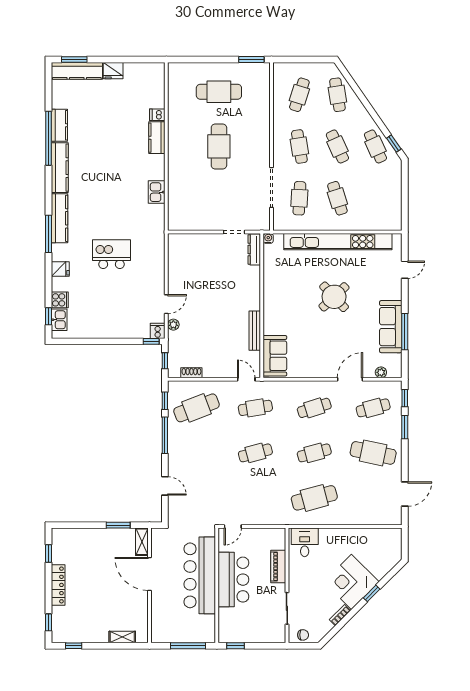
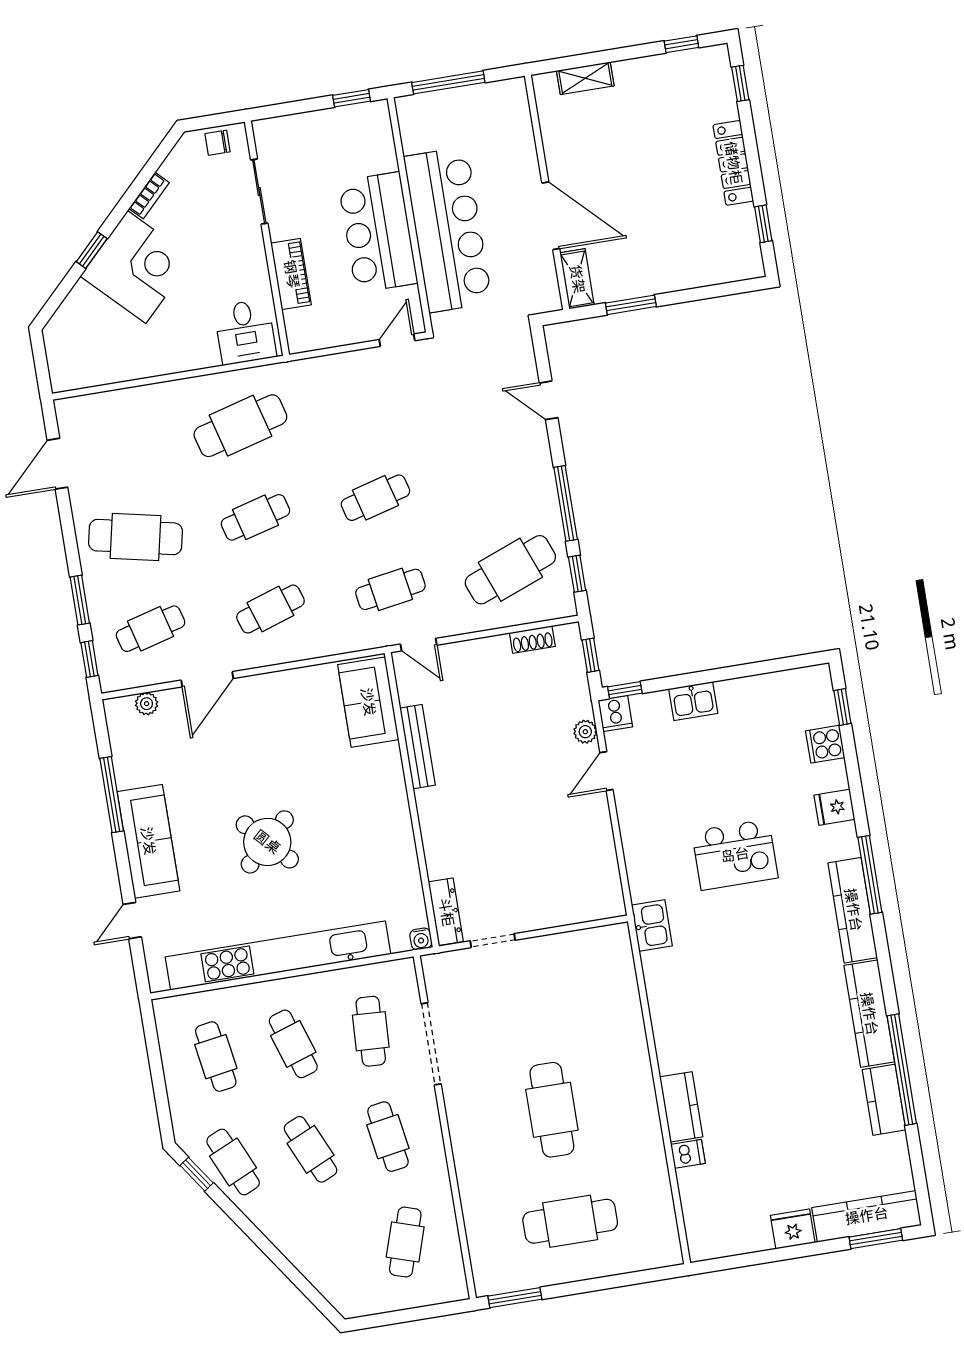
cafe table: (337, 95) -> (216, 1057), moved
kitchen sink: (157, 192) -> (652, 925), moved
kitchen sink: (59, 320) -> (693, 701), moved, turned -90
sofa: (391, 327) -> (148, 841), moved

